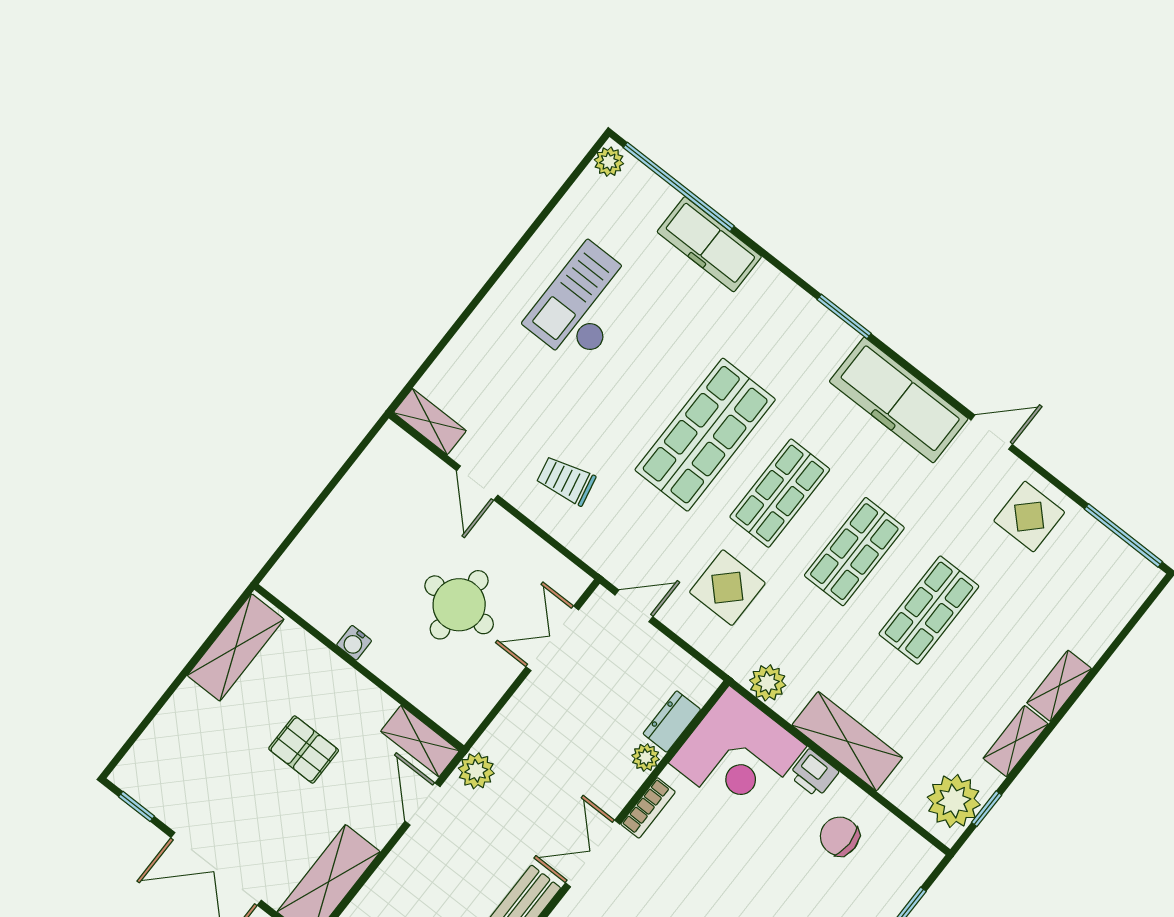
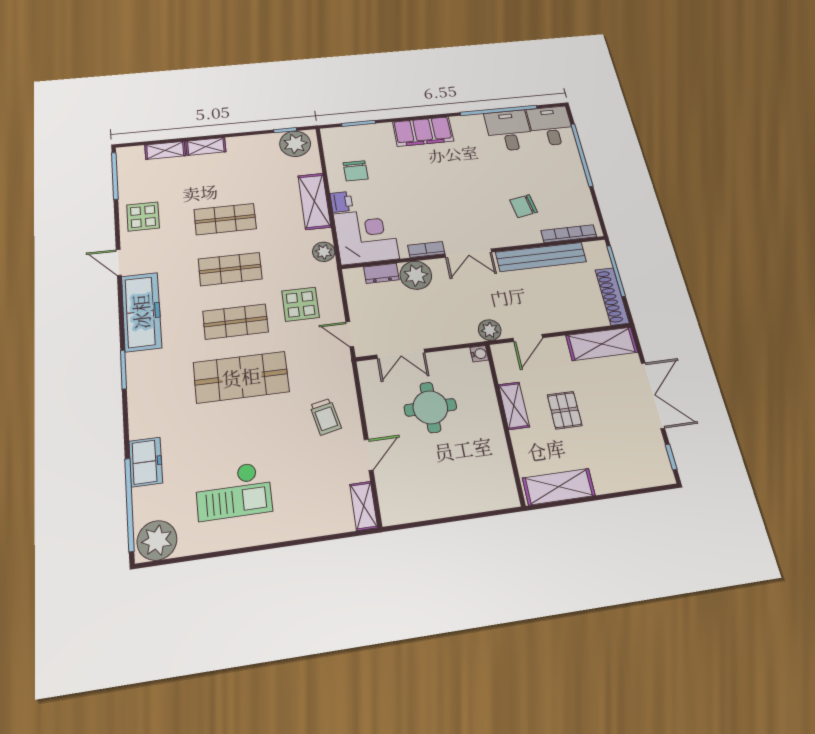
plant: (609, 162) -> (157, 540), width x1.88, depth x1.88
freezer: (709, 244) -> (146, 462), width x0.71
water cooler: (354, 643) -> (479, 354), moved
shelving: (420, 741) -> (514, 406), moved
shelving: (1016, 741) -> (165, 150), moved
plant: (646, 757) -> (416, 275), width x1.88, depth x1.88

